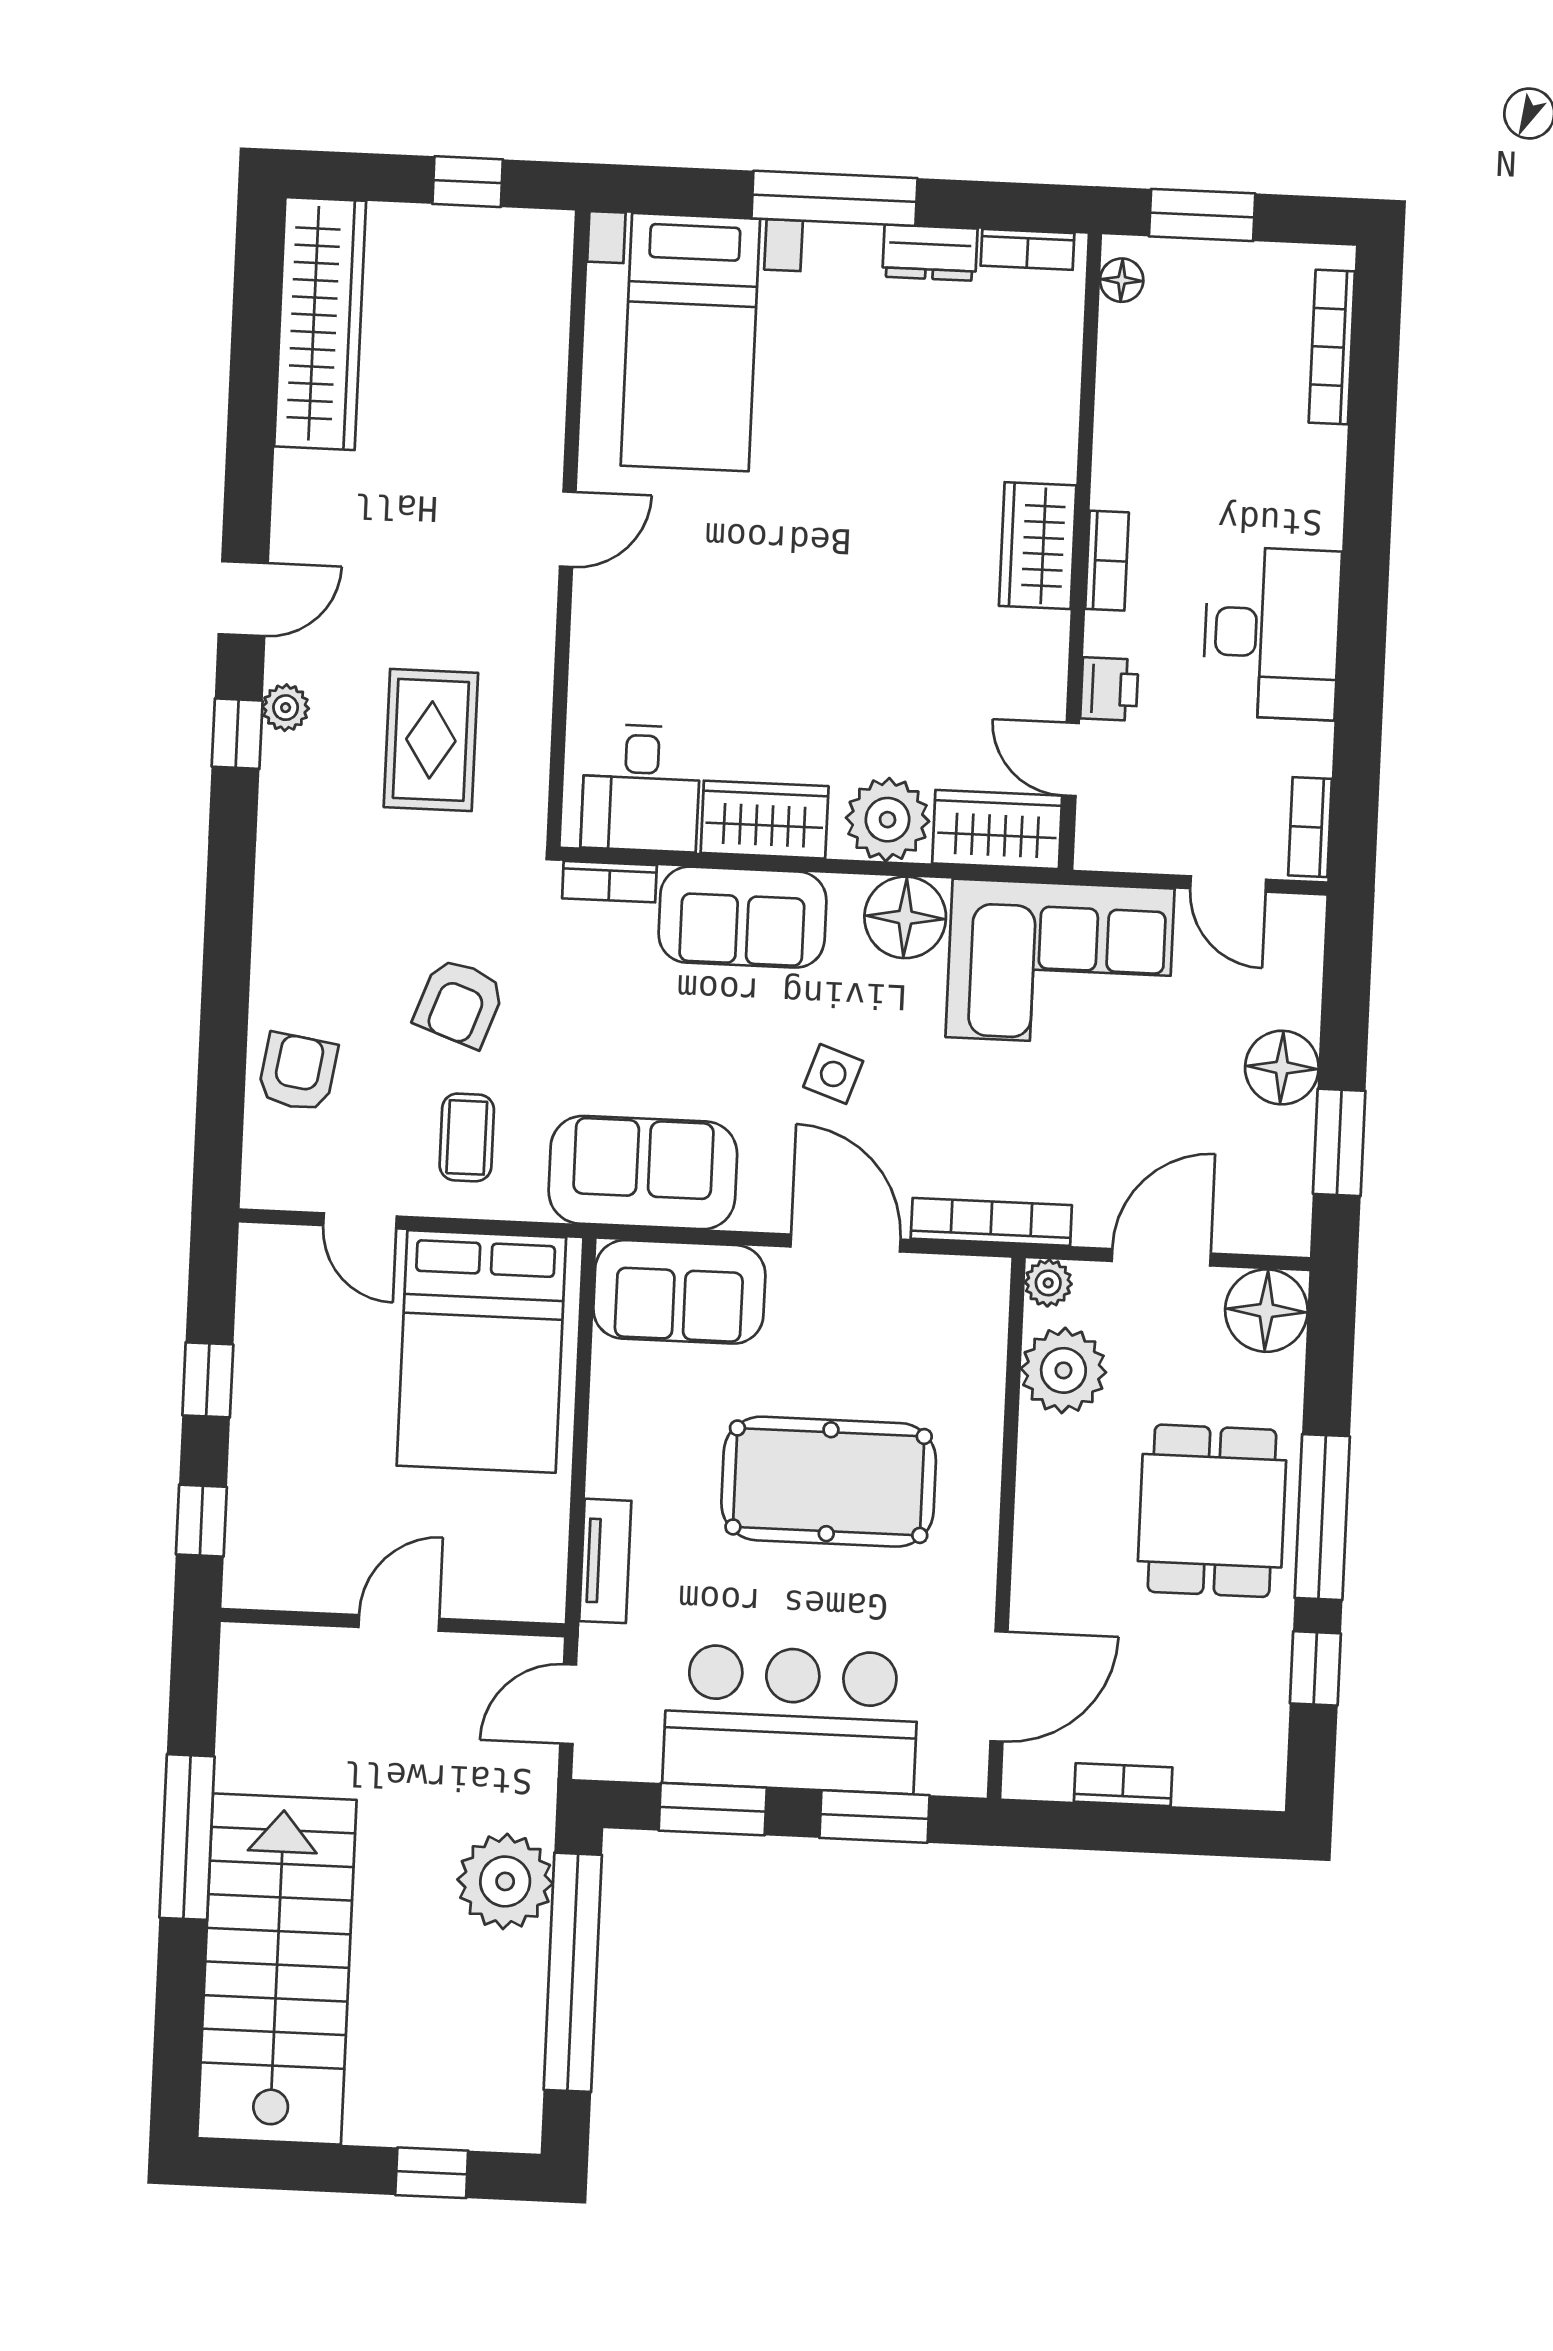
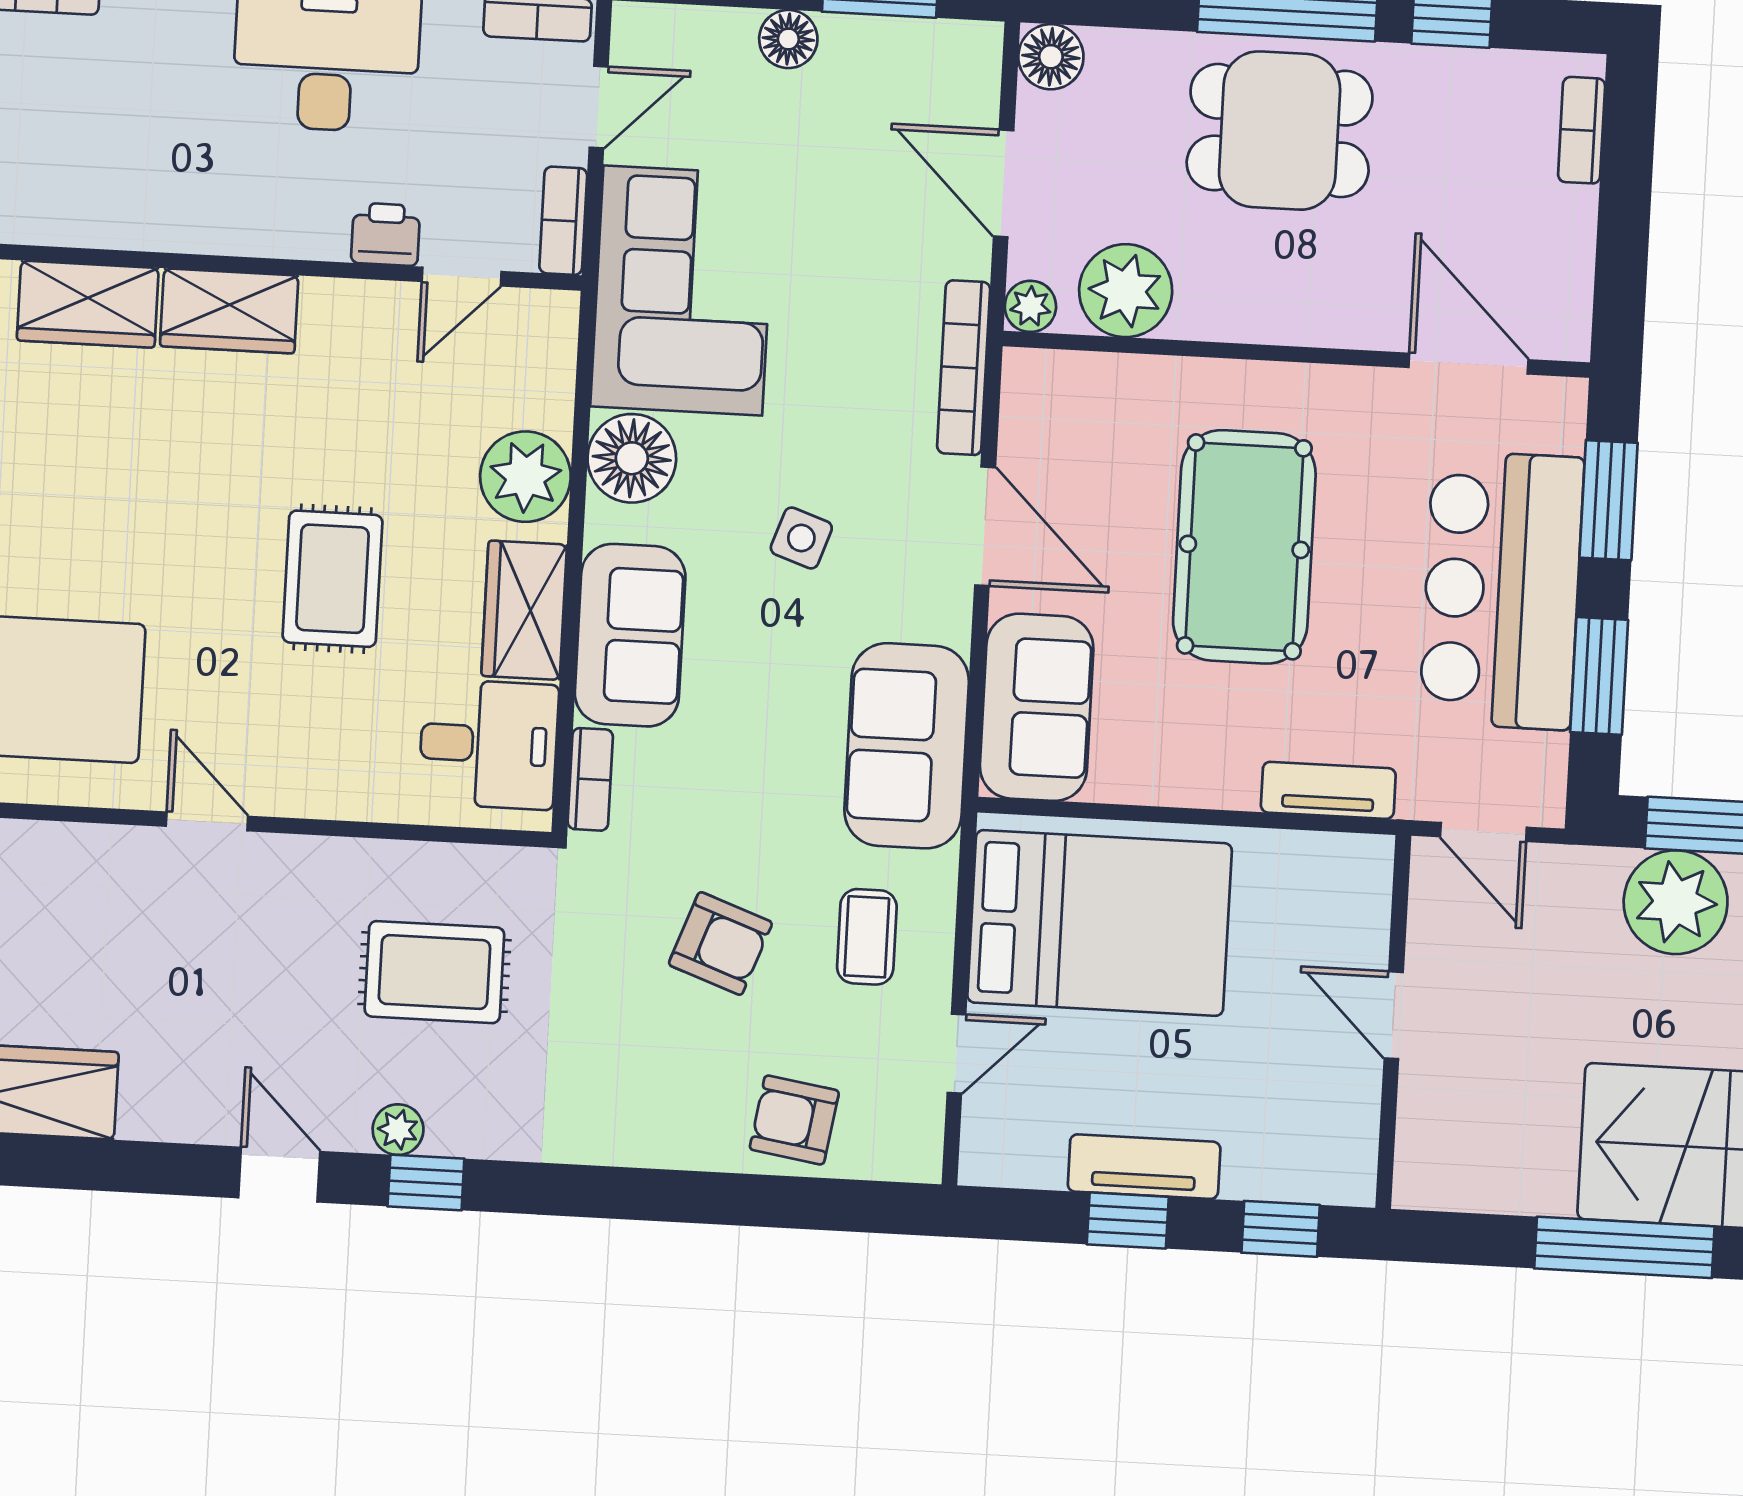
bookcase: (1107, 561) -> (563, 221), moved, turned -90
rug: (792, 643) -> (332, 579), added
wardrobe: (997, 829) -> (88, 304), moved, turned -90
floor lamp: (1282, 1068) -> (788, 39), width x0.73, depth x0.73
coffee table: (467, 1137) -> (867, 937), turned 90
door: (845, 1243) -> (985, 526), swing flipped
floor lamp: (1266, 1311) -> (1051, 57), width x0.73, depth x0.73
tv unit: (257, 1394) -> (1144, 1167), added
bookcase: (1123, 1785) -> (1582, 130), moved

